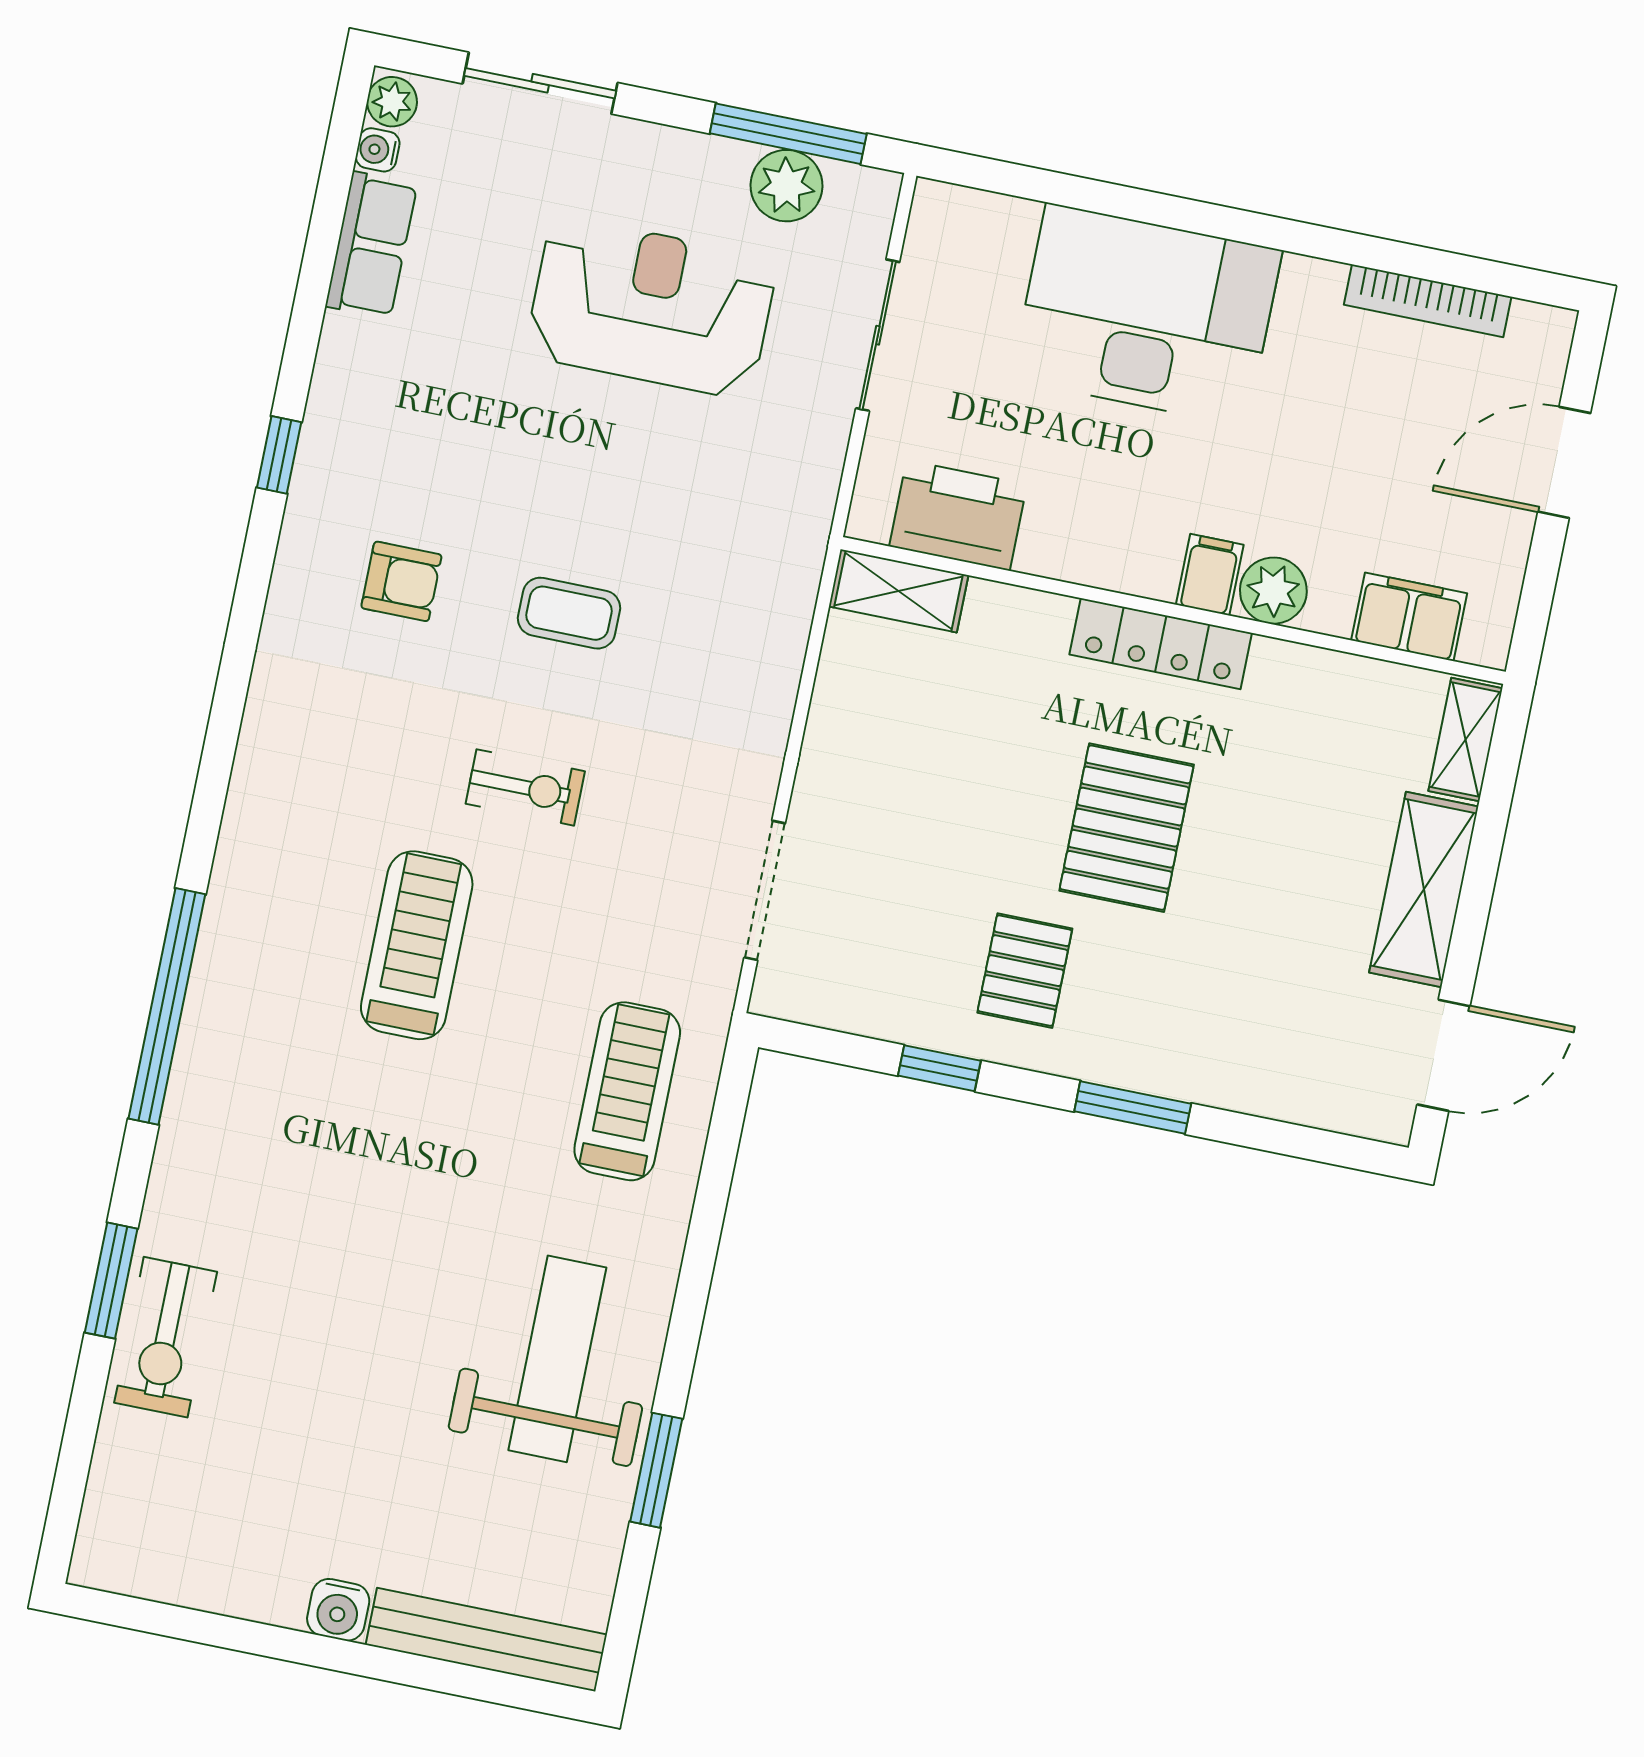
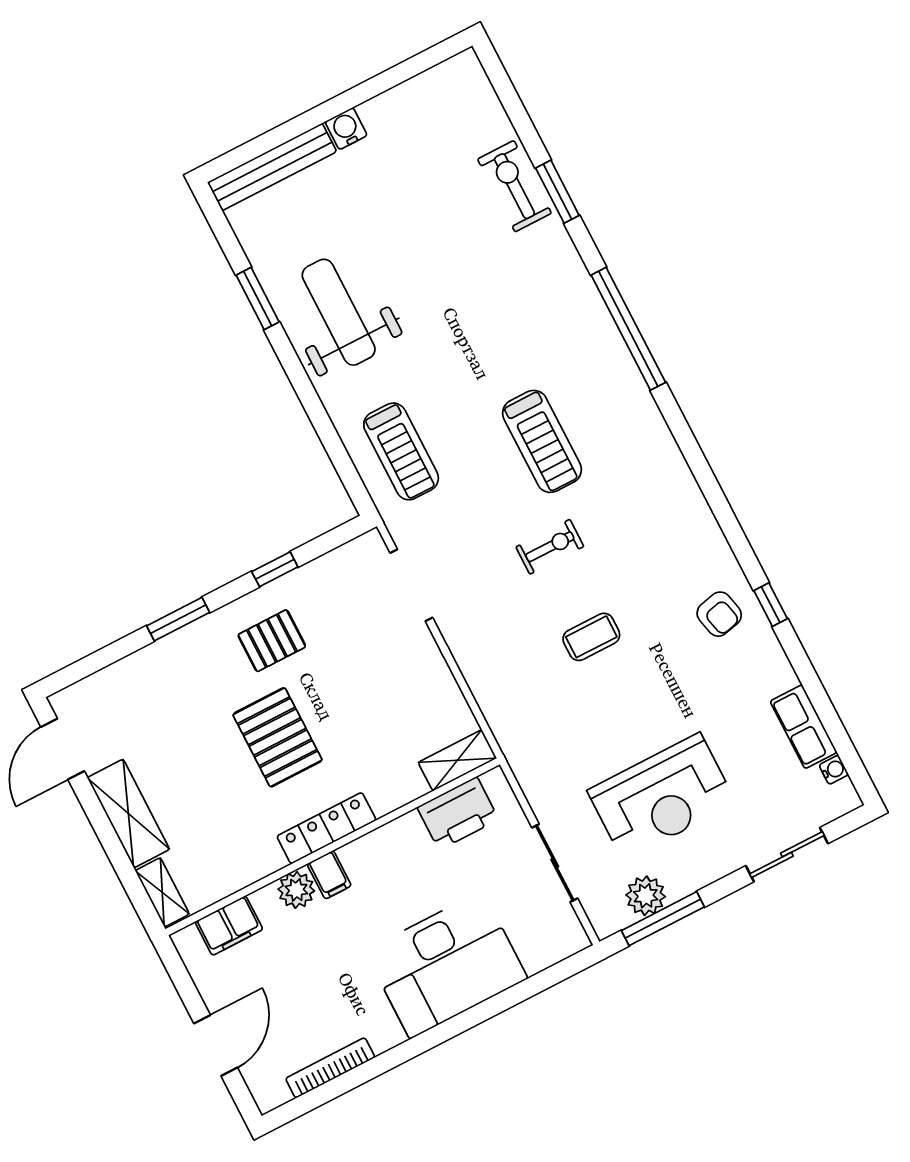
plant: (392, 102) -> (844, 796), removed
armchair: (401, 581) -> (719, 614), moved, turned -103
exercise bike: (525, 787) -> (550, 547), turned 180
pallet: (1025, 971) -> (272, 641), turned 90
weight bench: (557, 1359) -> (339, 312), turned 180

